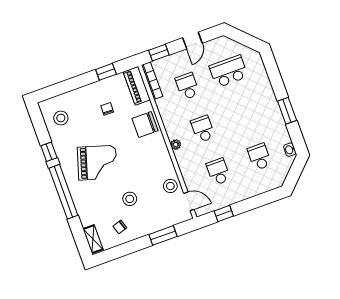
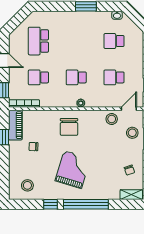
piano: (137, 86) -> (15, 125), moved, turned -90
chair: (145, 125) -> (69, 127), moved
stool: (130, 199) -> (132, 133), moved

